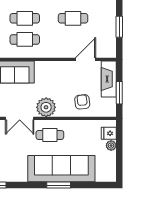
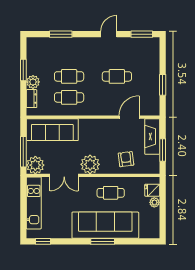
cafe table: (50, 135) -> (111, 193), moved

